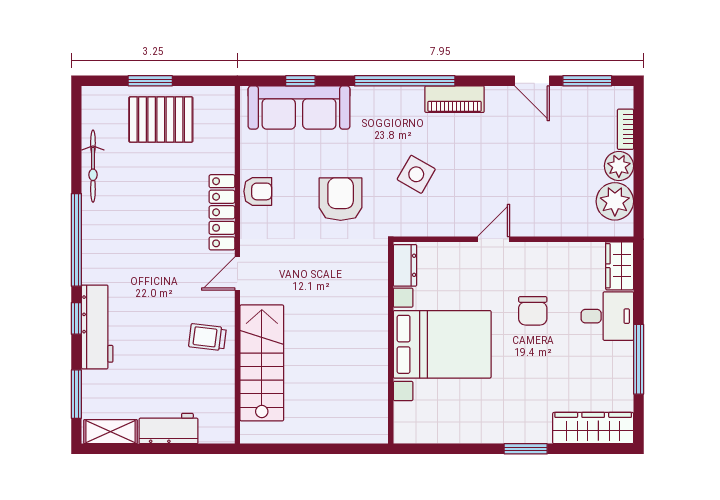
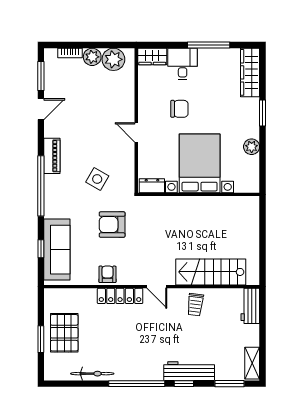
workbench: (169, 429) -> (250, 306), moved
plant: (470, 431) -> (252, 147), added

